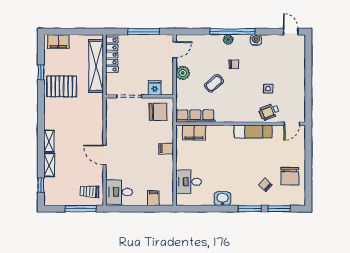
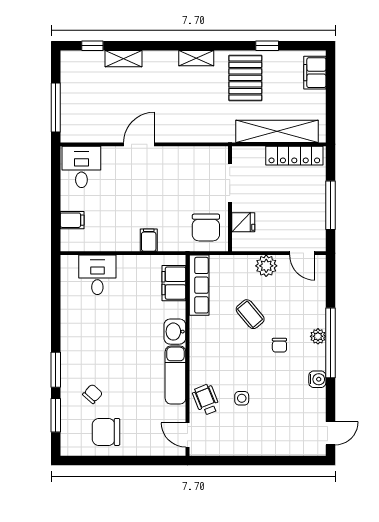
shelving: (49, 141) -> (196, 58), moved
trolley: (89, 191) -> (82, 121), removed
washbasin: (222, 199) -> (175, 332), moved, turned 180

